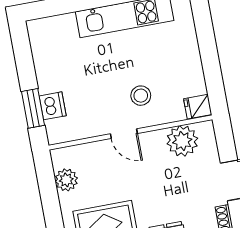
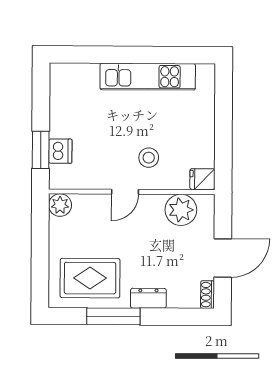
door: (124, 134) -> (125, 192), hinge flipped
plant: (66, 180) -> (60, 205), moved

